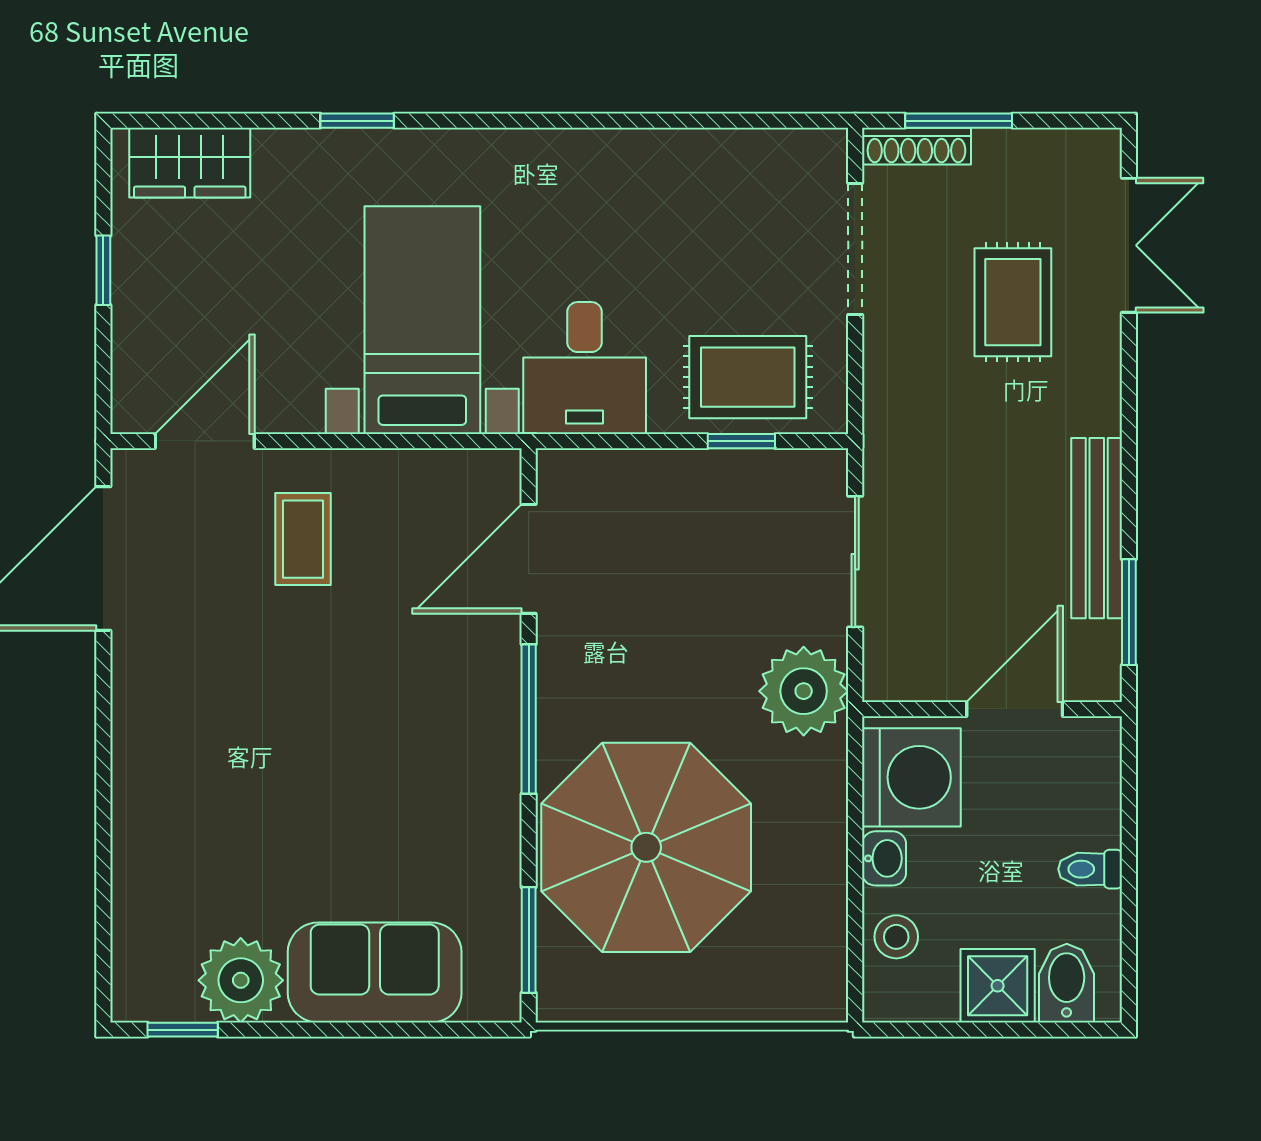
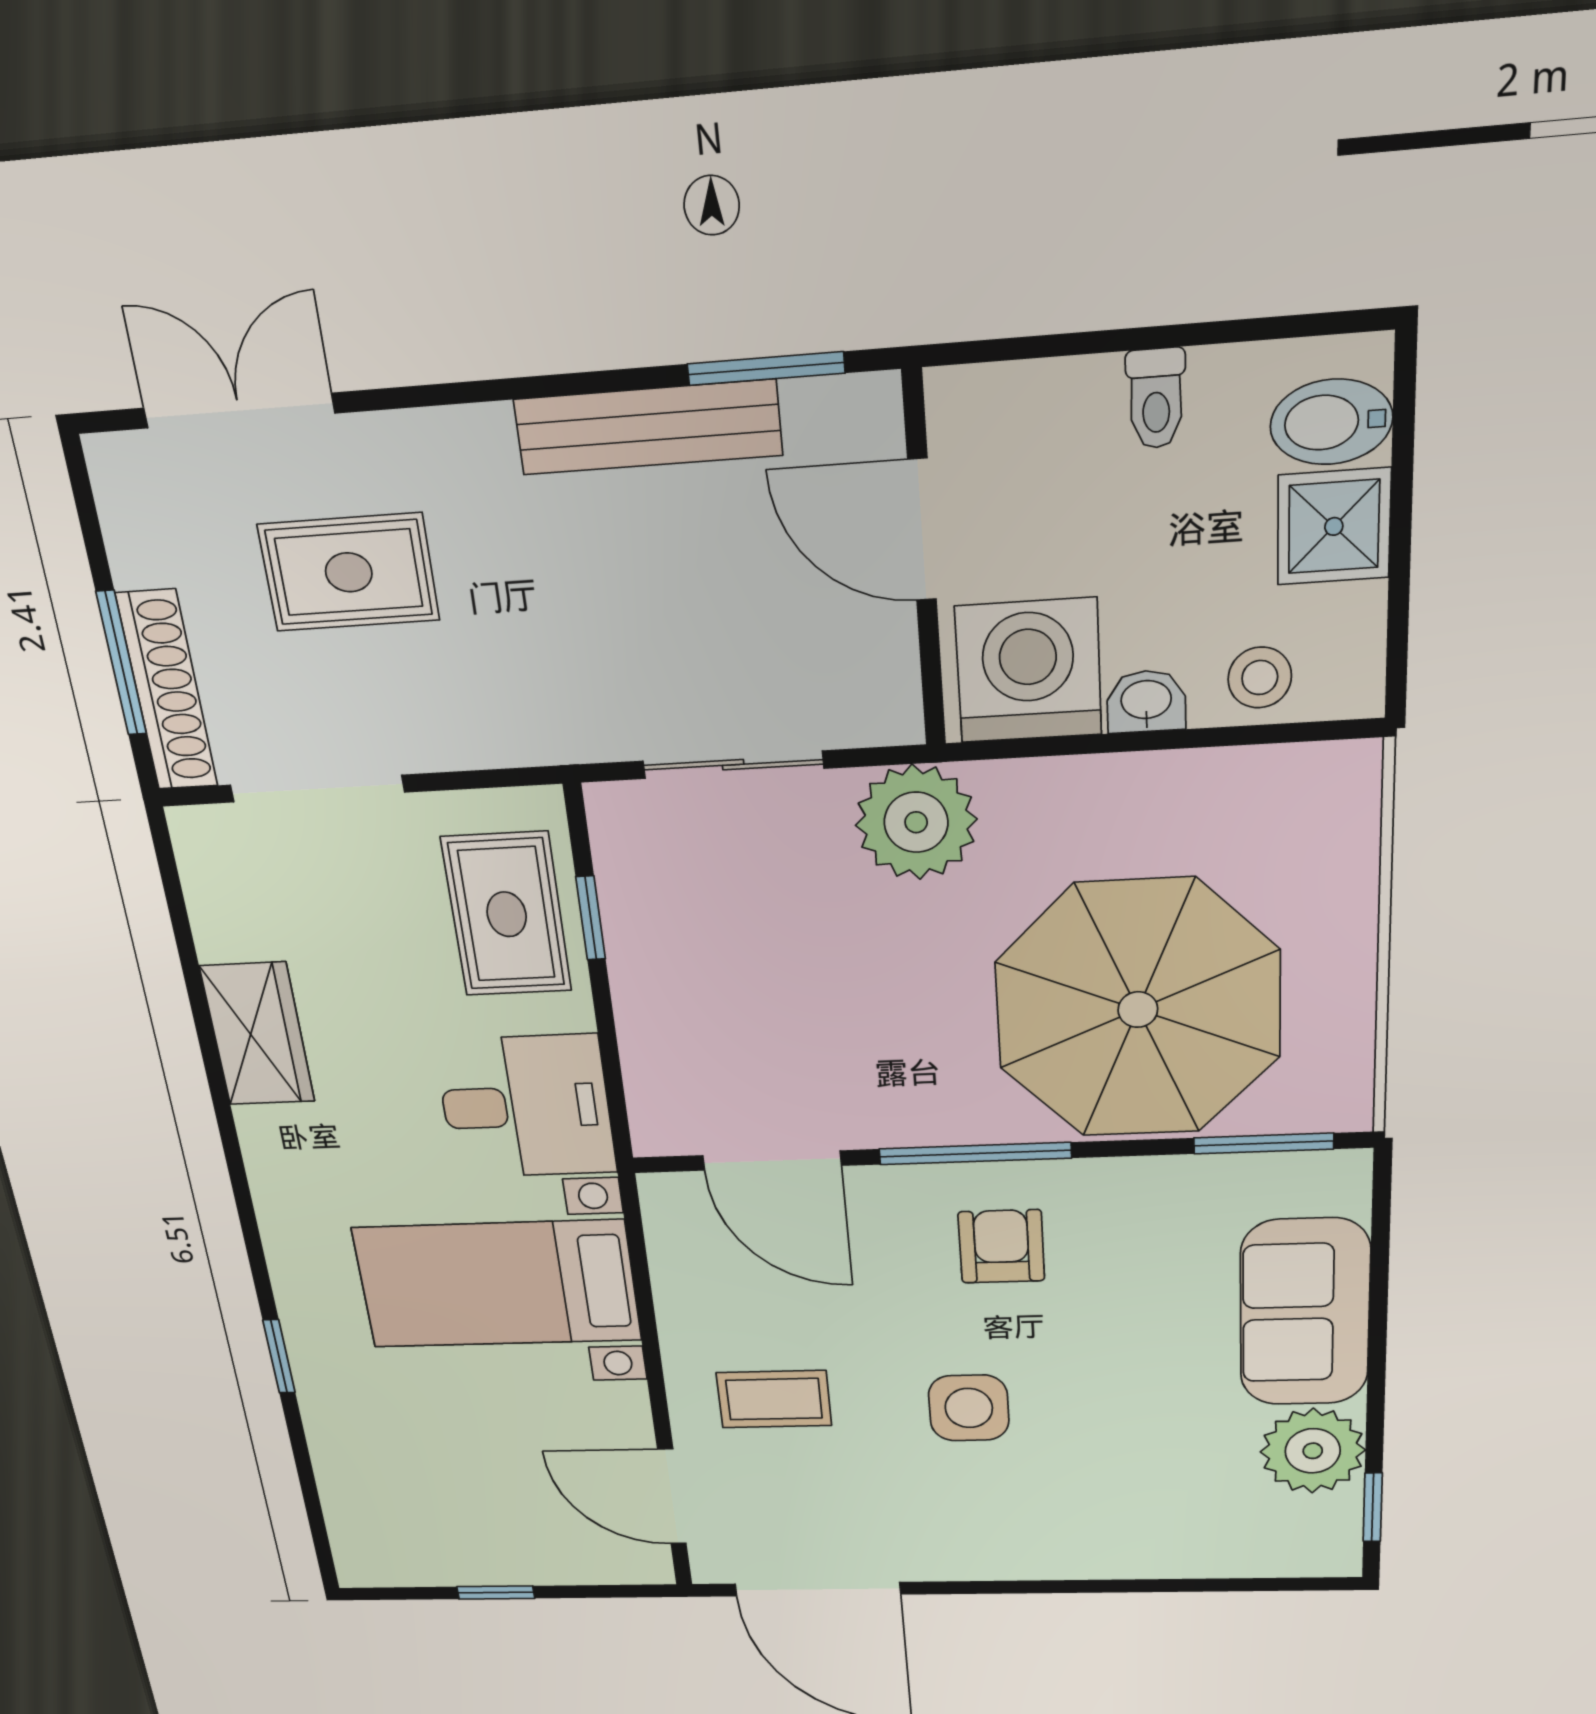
shoe rack: (916, 146) -> (167, 691), width x1.36, depth x1.24
wardrobe: (190, 163) -> (257, 1034), moved
side table: (290, 701) -> (969, 1408), added
armchair: (444, 735) -> (1001, 1246), added

